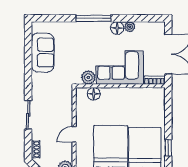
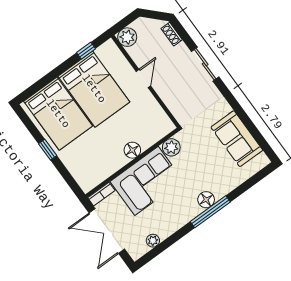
plant: (130, 27) -> (153, 241), moved
floor lamp: (117, 28) -> (206, 200), moved
floor lamp: (94, 94) -> (132, 150), moved
window: (168, 148) -> (48, 150), moved

